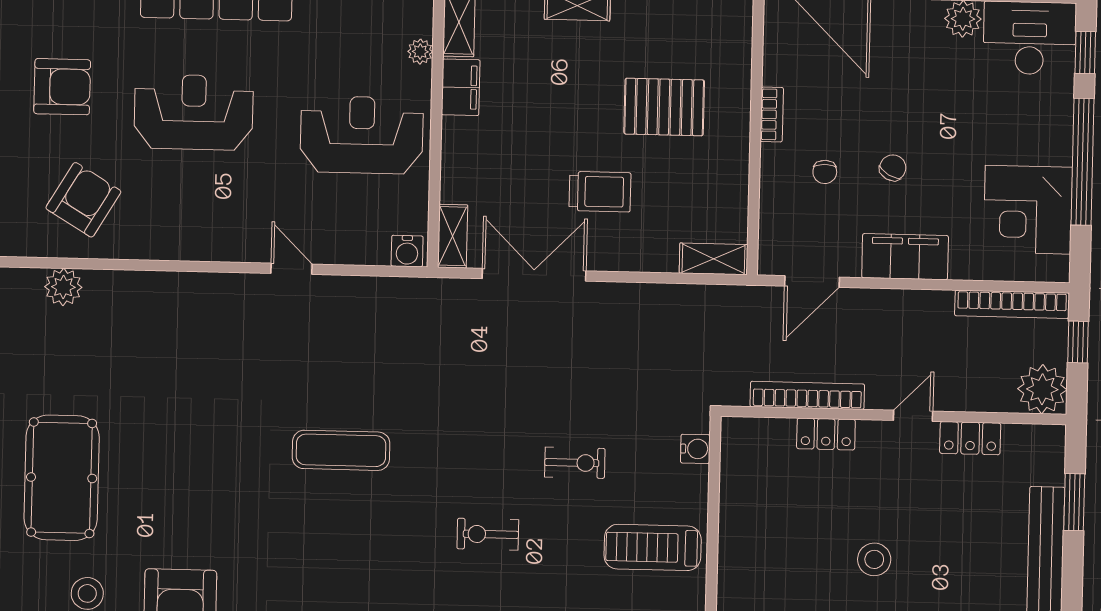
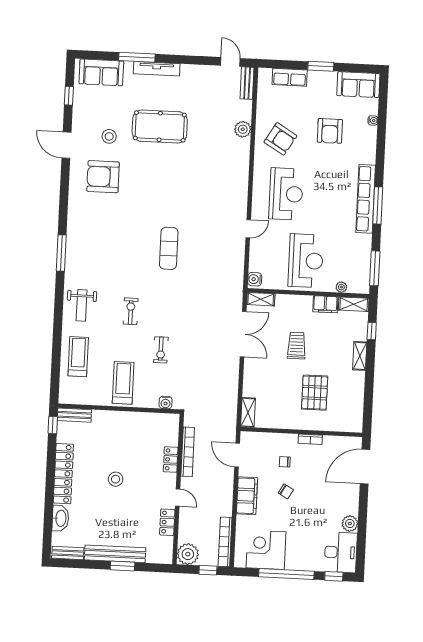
reception desk: (194, 112) -> (286, 194), moved
trolley: (600, 192) -> (297, 346), moved, turned 180
window: (1074, 502) -> (122, 566), moved

